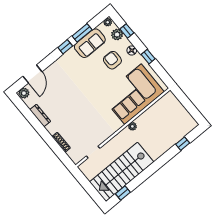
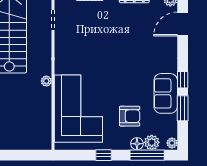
window: (127, 31) -> (147, 155), width x2.17
sofa: (90, 43) -> (166, 93), moved
floor lamp: (132, 50) -> (137, 144), moved
door: (32, 74) -> (183, 24), hinge flipped

